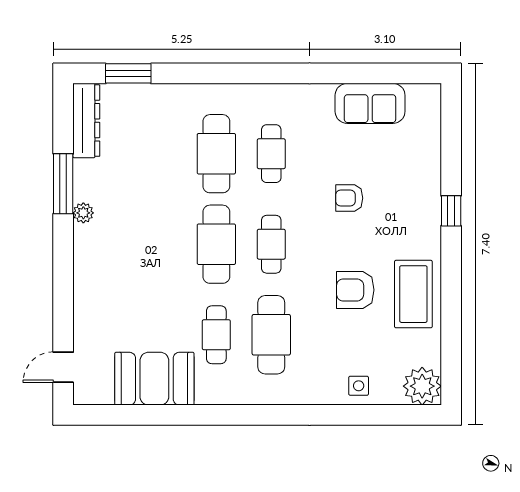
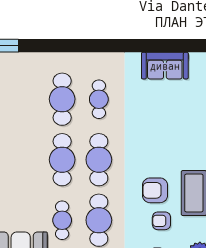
armchair: (349, 198) -> (161, 221), moved
cafe table: (271, 244) -> (99, 160), width x1.37, depth x1.35

